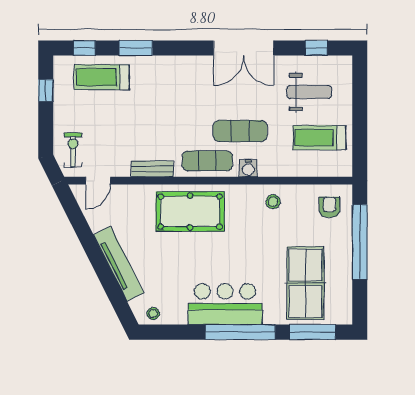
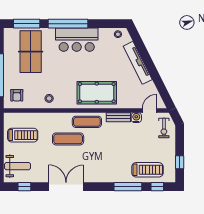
window: (136, 48) -> (128, 187), width x1.44
weight bench: (309, 92) -> (18, 166), moved, turned 180
water cooler: (248, 168) -> (136, 118), moved

